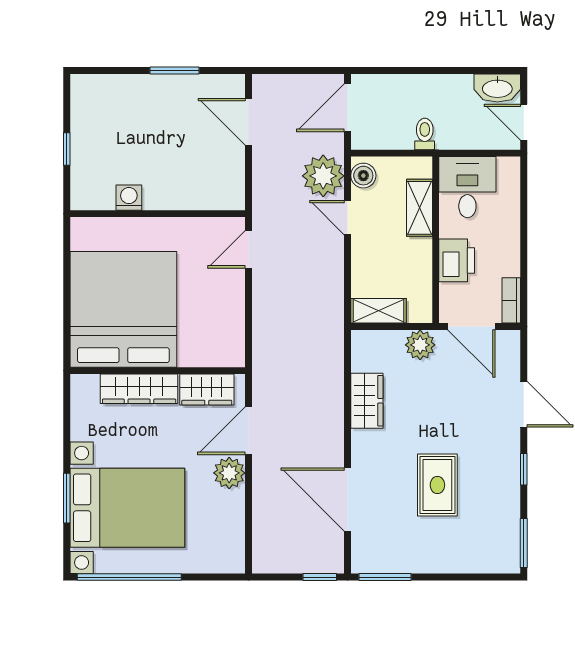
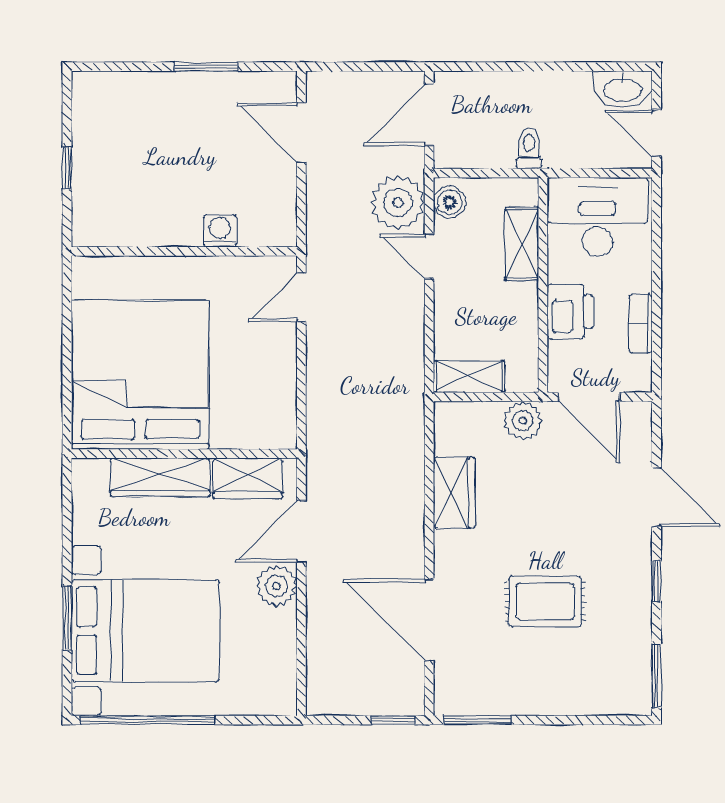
desk: (467, 187) -> (598, 217), width x1.37
washing machine: (129, 198) -> (220, 231), moved
bookcase: (511, 300) -> (641, 324), moved
rug: (437, 485) -> (545, 601), turned 90

